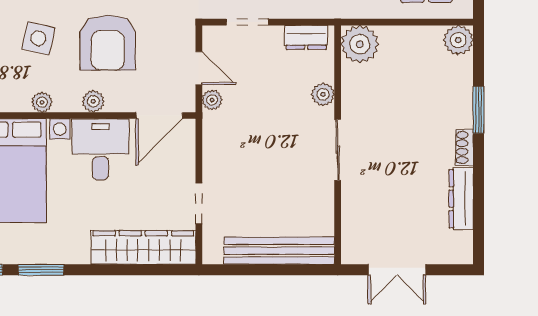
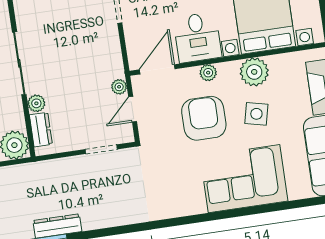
dresser: (306, 37) -> (41, 130), moved, turned 90
door: (199, 68) -> (133, 109), hinge flipped
plant: (42, 102) -> (254, 72), width x1.87, depth x1.87
sliding door: (338, 150) -> (19, 63), width x1.37

